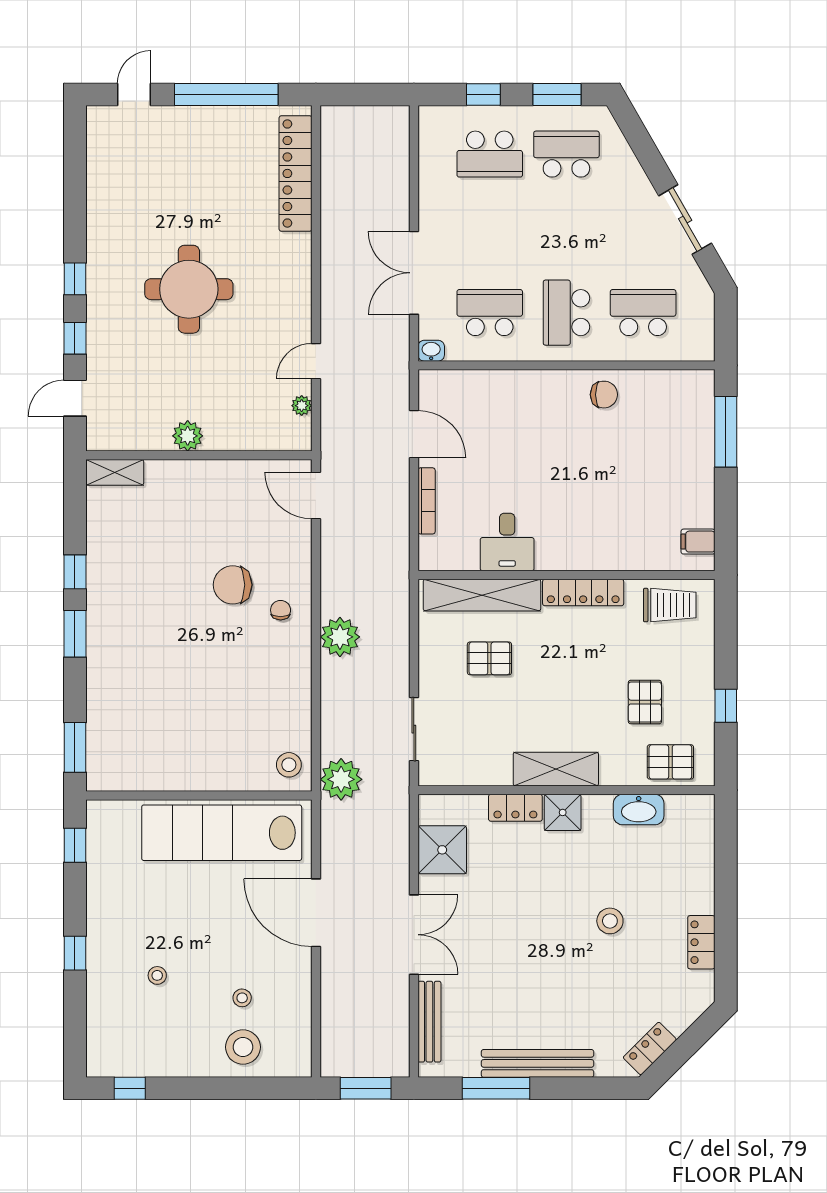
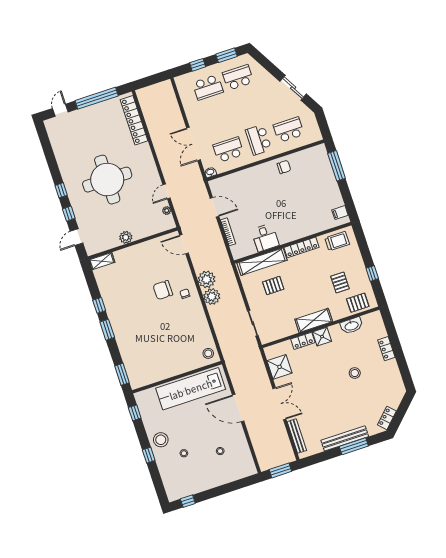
round table: (189, 289) -> (107, 180), width x1.36, depth x1.36
plant: (341, 779) -> (207, 279), moved
locker: (701, 942) -> (386, 349), moved
stool: (243, 1047) -> (161, 440), moved
window: (496, 1088) -> (354, 446), moved

